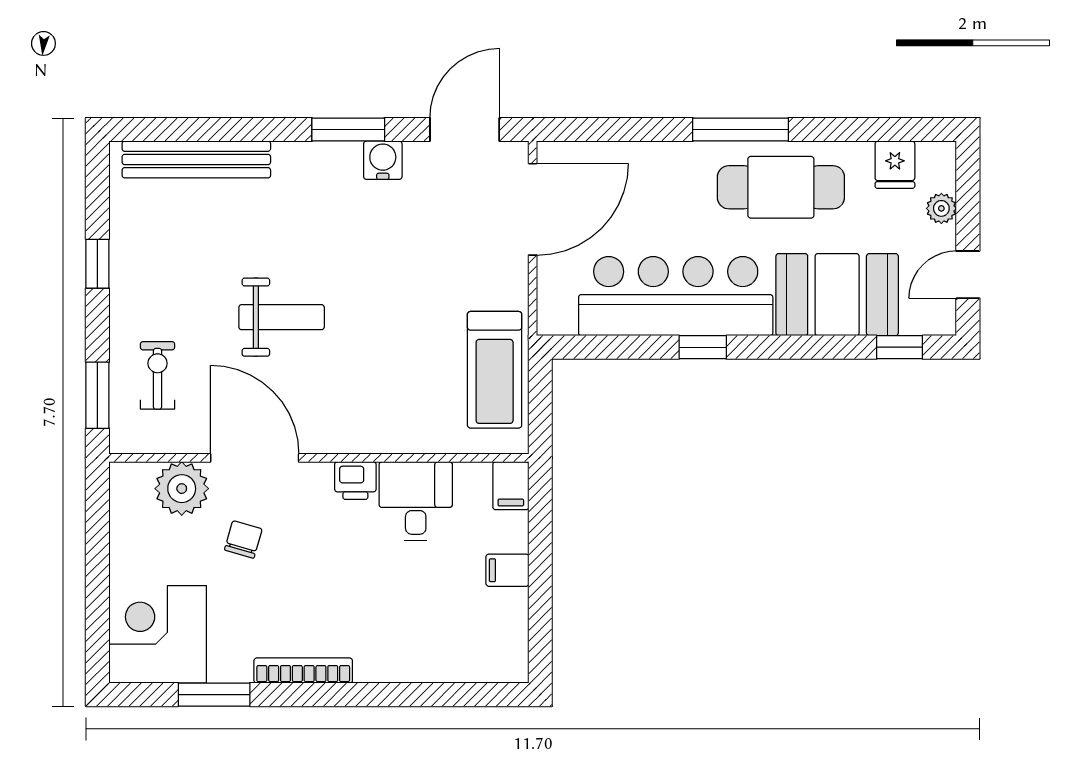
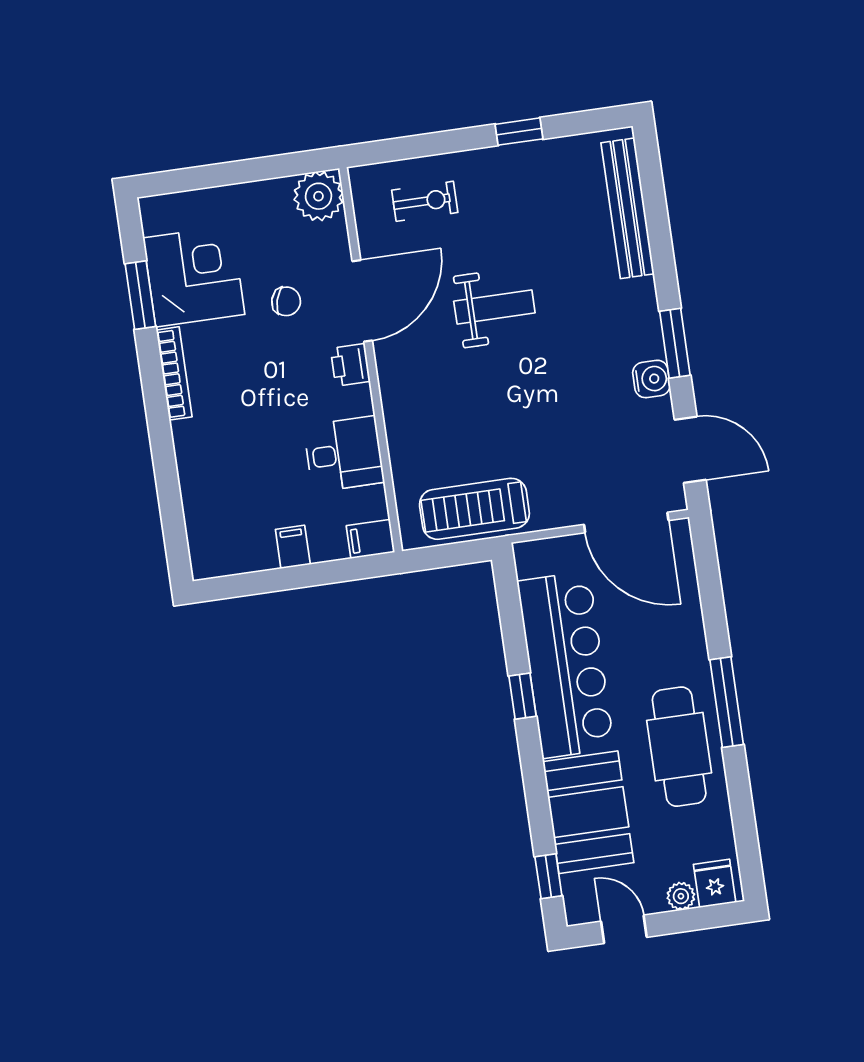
fridge: (895, 165) -> (715, 883), moved, turned 90
weight bench: (282, 317) -> (494, 307), turned -90
window: (97, 395) -> (399, 149), removed
printer: (355, 481) -> (350, 365), moved
plant: (182, 489) -> (318, 196), moved
corner desk: (158, 634) -> (194, 276), moved

